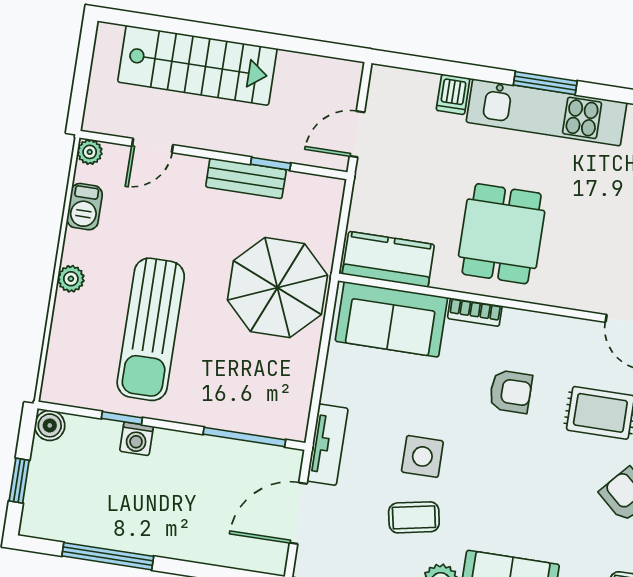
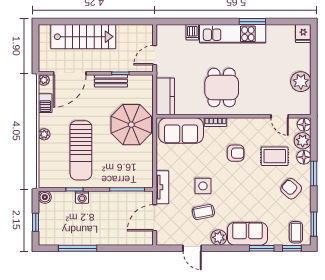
window: (545, 83) -> (252, 22), moved
door: (152, 145) -> (70, 73), width x1.87
kitchen counter: (388, 259) -> (165, 96), moved, turned 90

